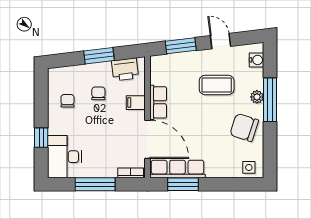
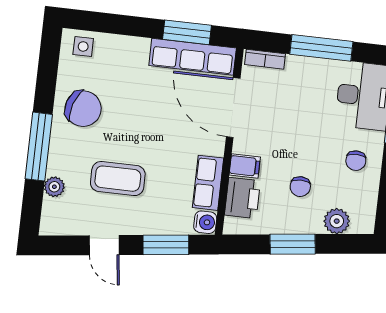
water cooler: (256, 60) -> (205, 222), moved, turned 180
printer: (125, 69) -> (242, 198), moved, turned 97
plant: (72, 74) -> (337, 221), added
plant: (257, 97) -> (54, 187), moved
chair: (67, 101) -> (356, 161), moved
row of seats: (158, 102) -> (208, 183), moved

